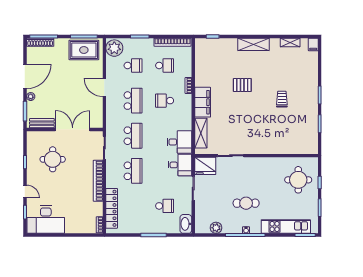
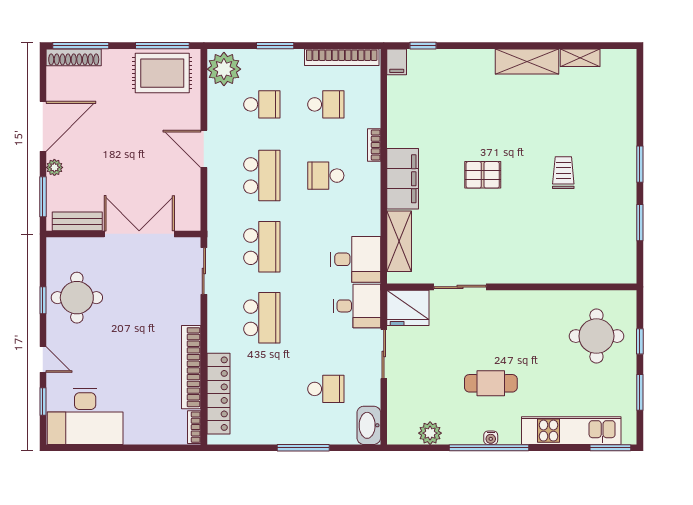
shelving: (253, 44) -> (527, 61), moved
filing cabinet: (313, 44) -> (397, 62), moved
pallet: (242, 85) -> (483, 175), moved
round table: (53, 159) -> (77, 298), moved
bookcase: (98, 181) -> (191, 367), moved

